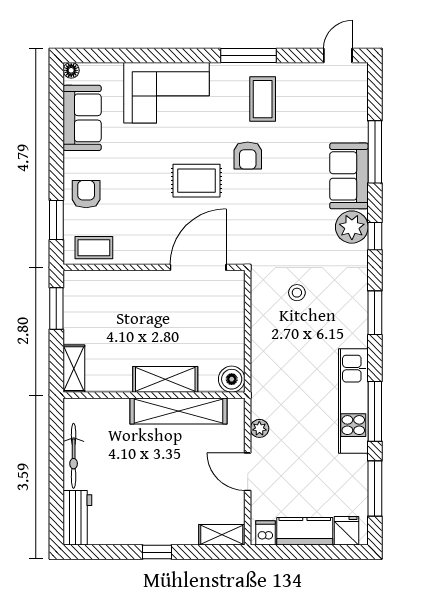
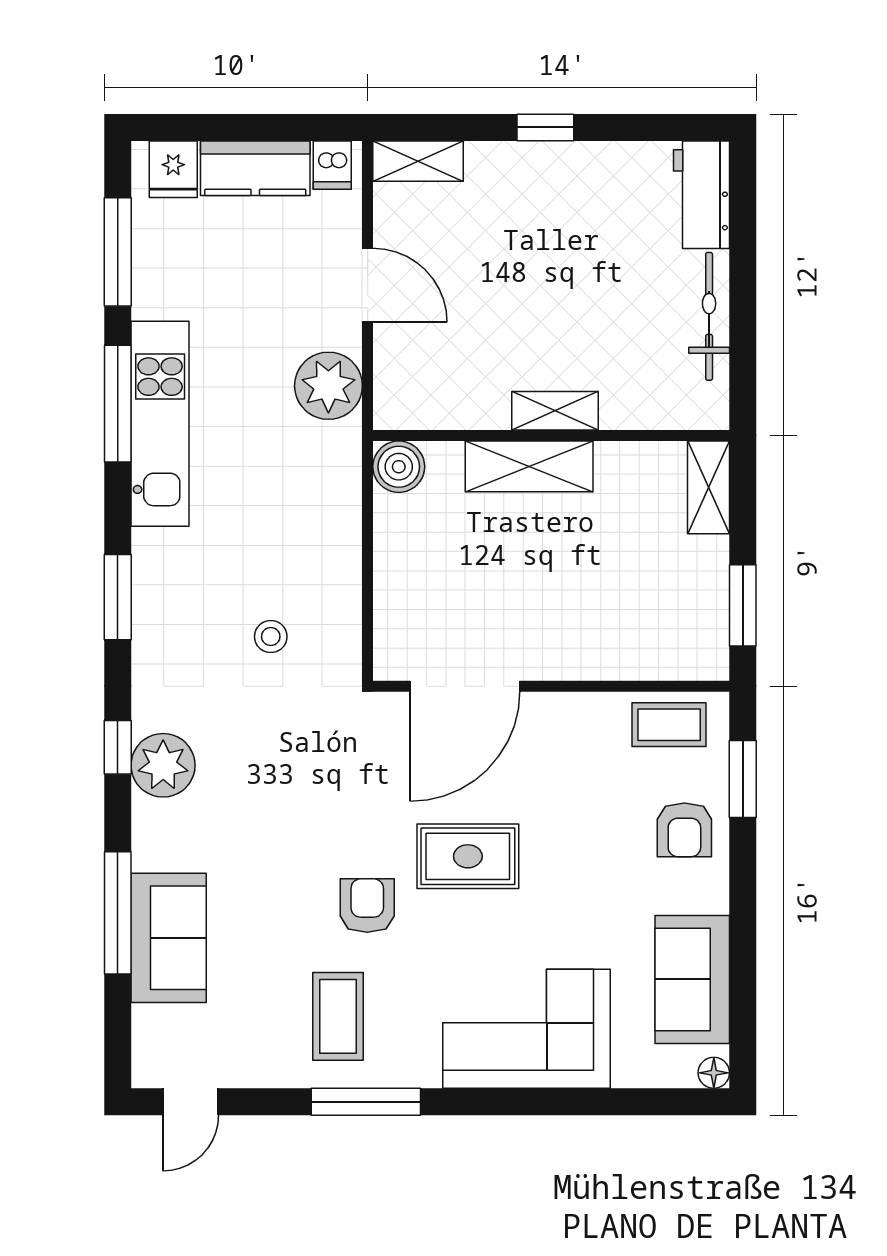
sofa: (349, 176) -> (169, 938), moved
shelving: (178, 411) -> (555, 411), width x0.45, depth x0.75
plant: (259, 428) -> (328, 386), width x1.88, depth x1.88

